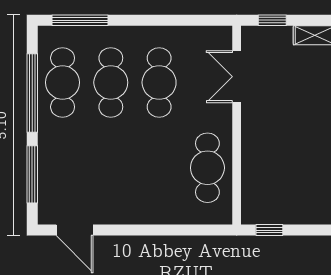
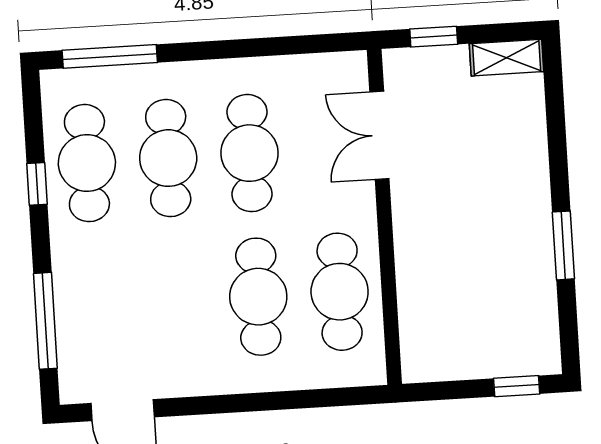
window: (32, 93) -> (37, 184), width x0.32
cafe table: (159, 168) -> (258, 297), added
window: (269, 230) -> (517, 386), moved

